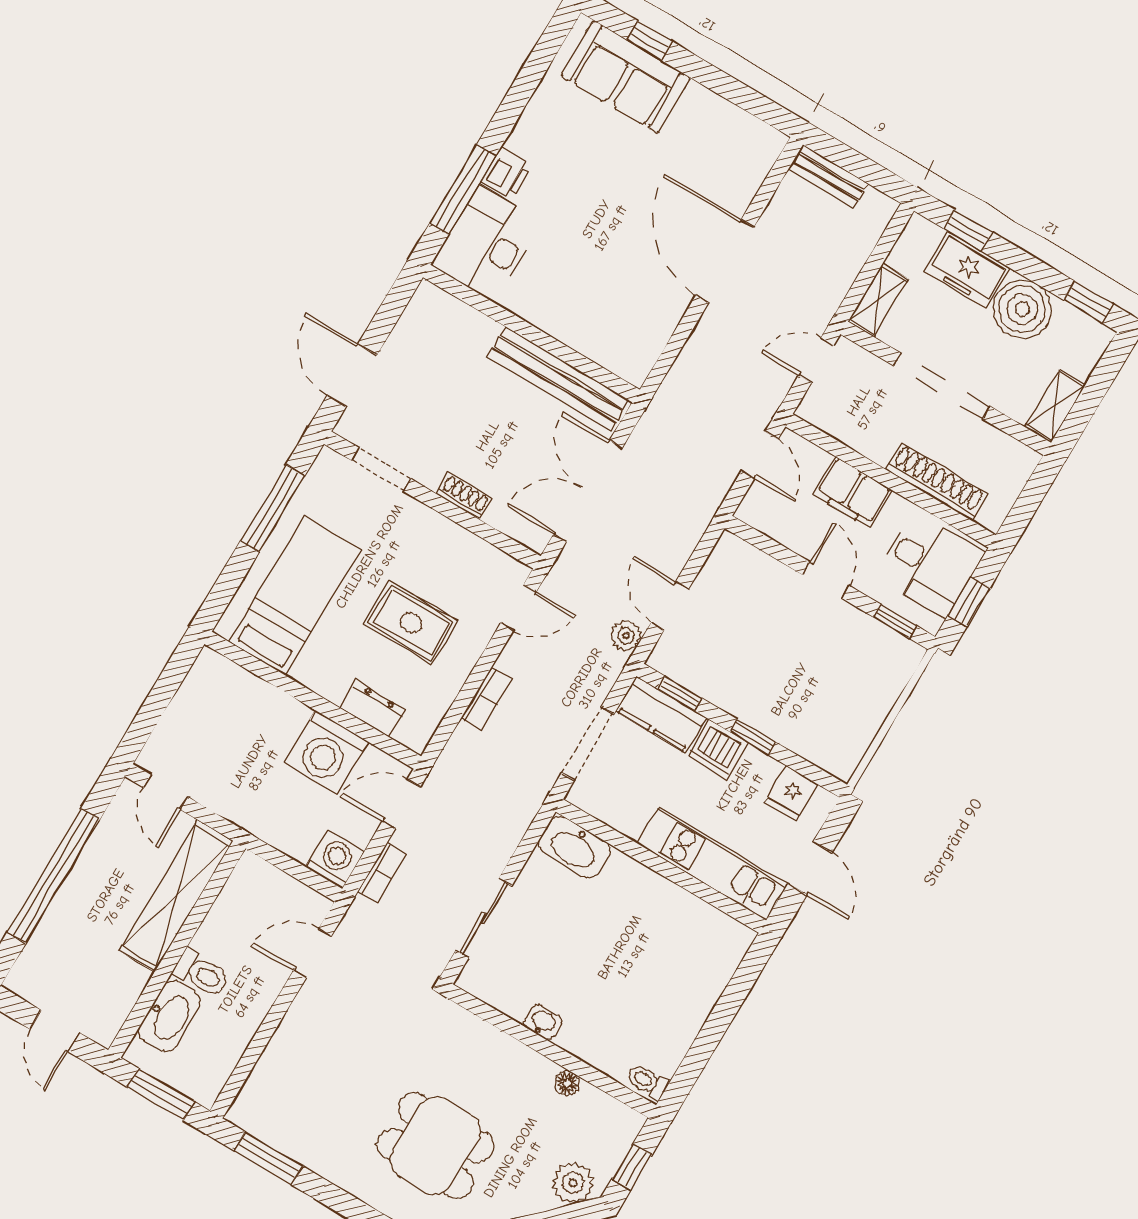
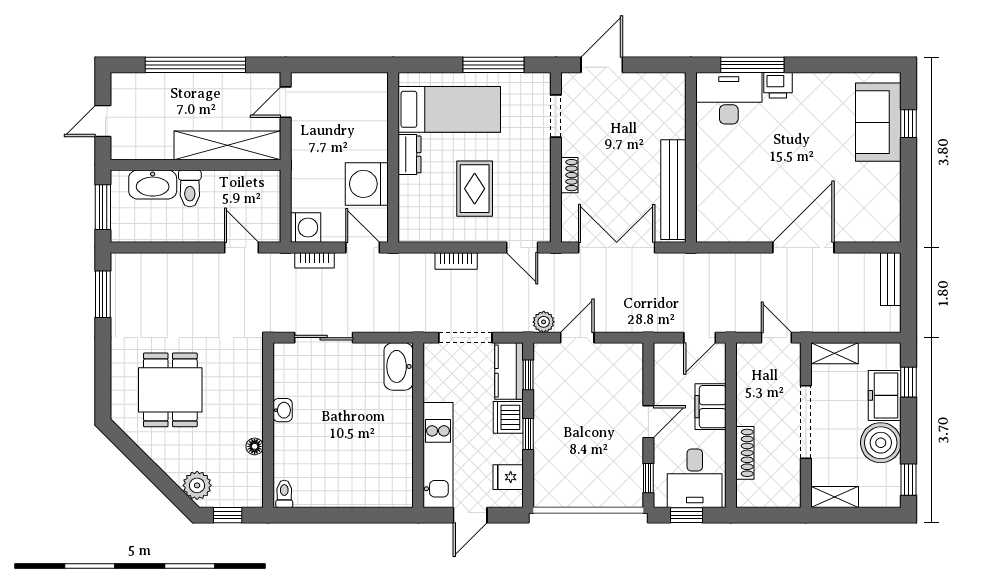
shoe rack: (937, 481) -> (745, 453), width x0.74, depth x0.81
dresser: (373, 709) -> (409, 154), moved

